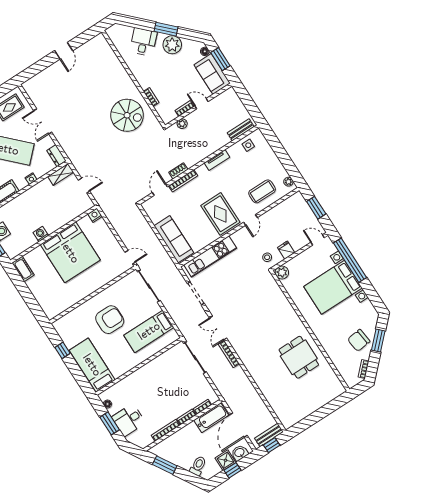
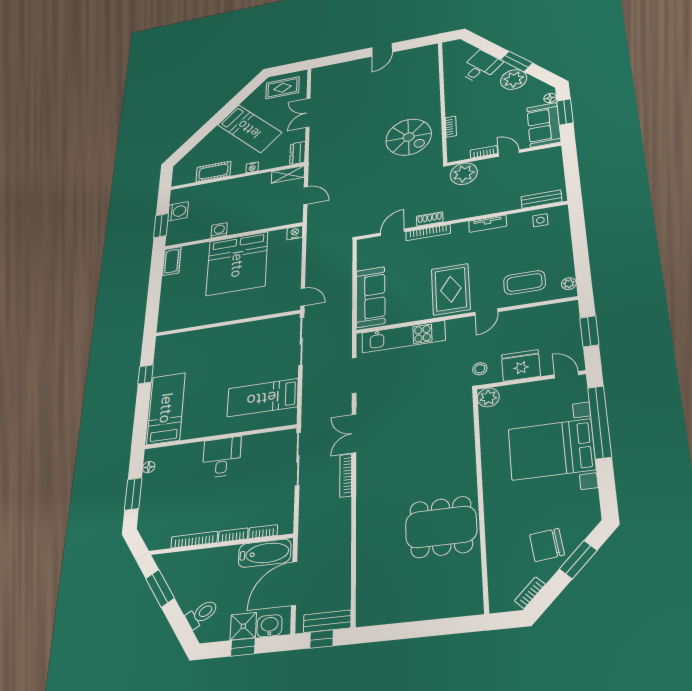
plant: (182, 124) -> (464, 174), width x1.88, depth x1.88
fridge: (286, 250) -> (521, 365), width x1.88, depth x1.34
armchair: (110, 320) -> (226, 362), removed
dining table: (299, 357) -> (441, 527), width x1.38
desk: (129, 420) -> (222, 457), moved, turned 90

